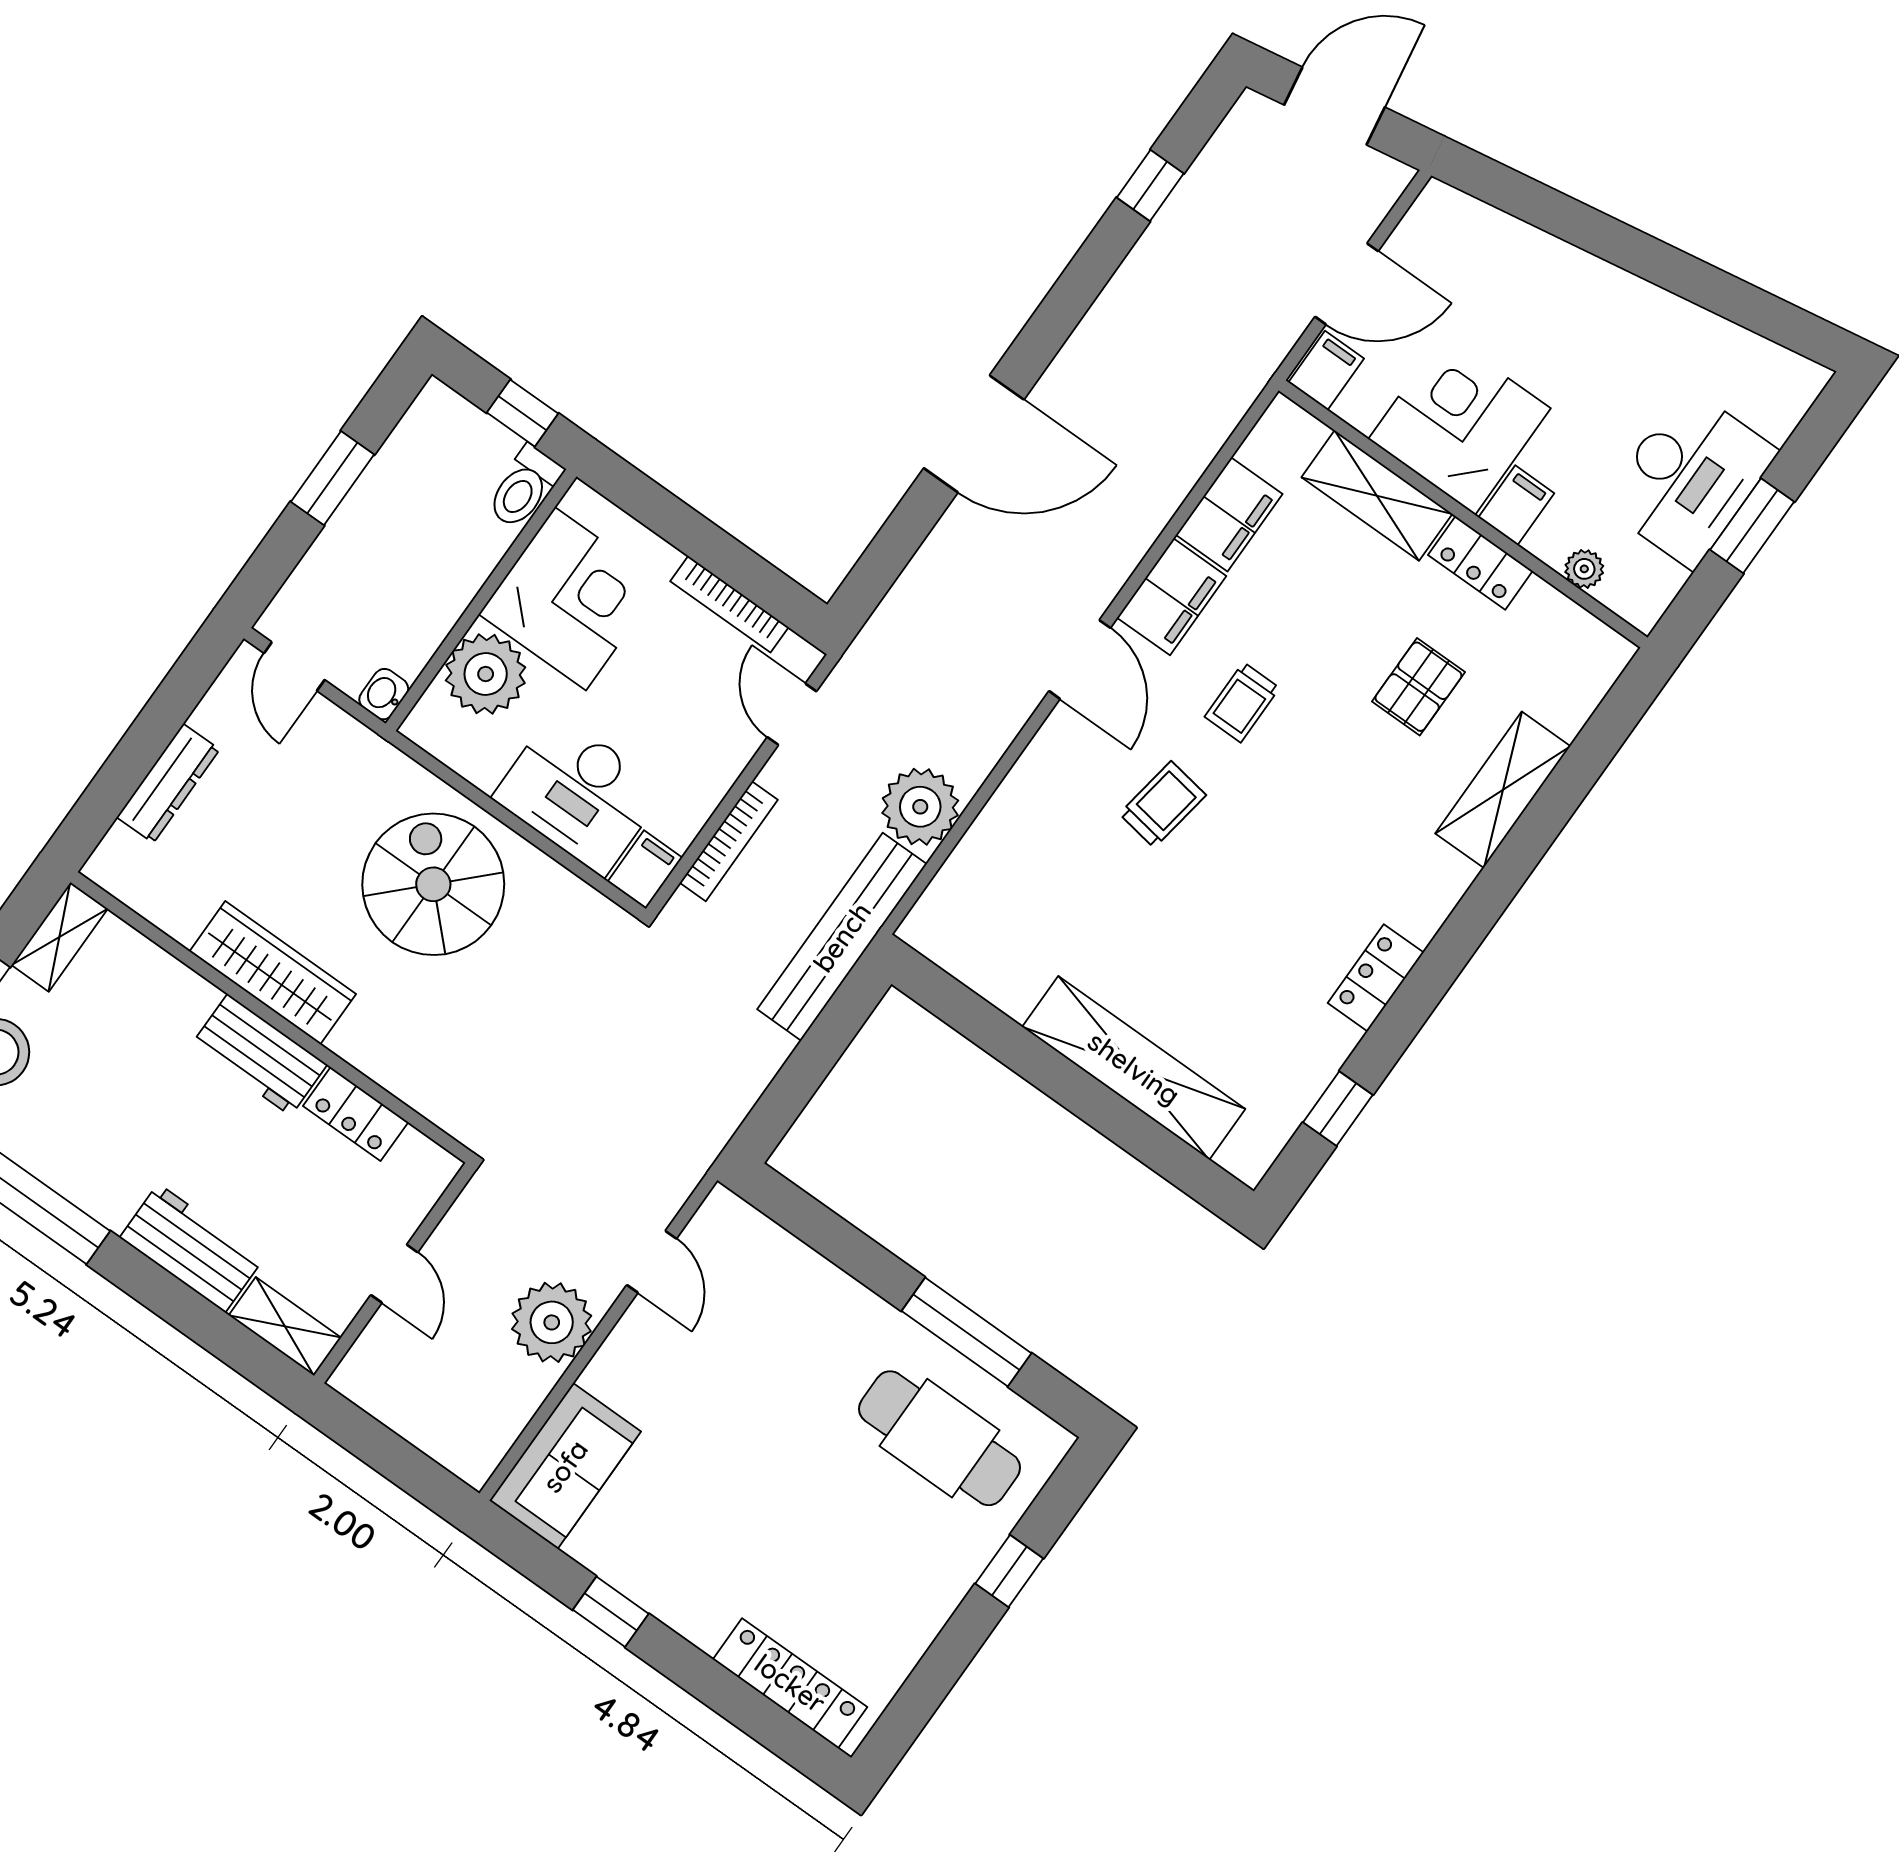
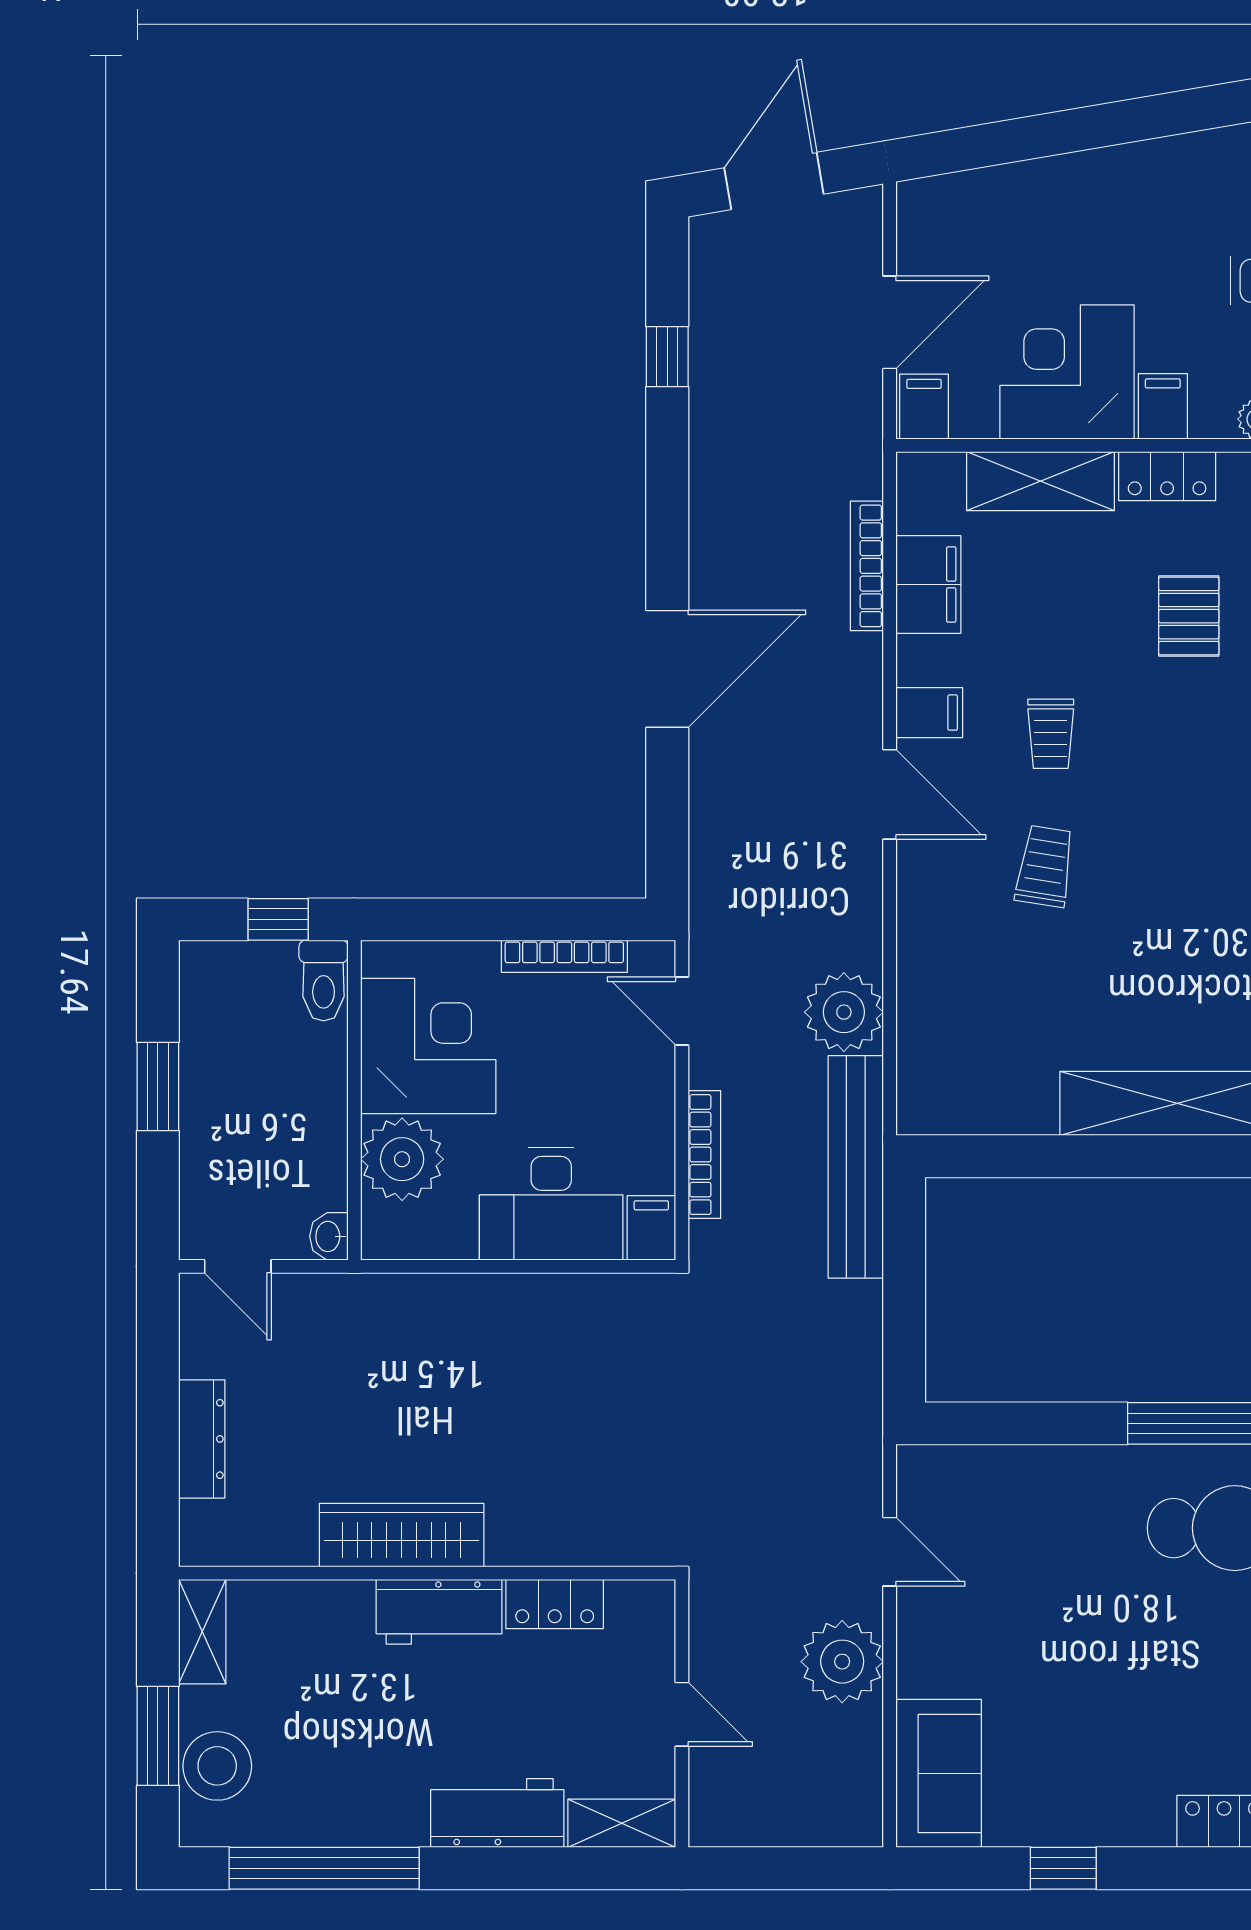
bookcase: (1191, 465) -> (867, 566), added
filing cabinet: (1172, 597) -> (929, 713), width x0.50
spiral stairs: (433, 884) -> (483, 1366), removed

